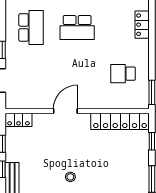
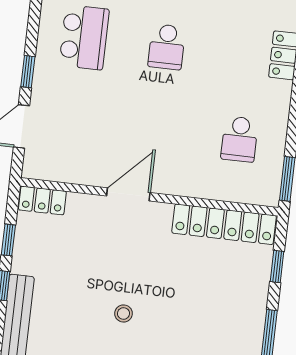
school desk: (77, 27) -> (167, 47), width x0.54
school desk: (123, 74) -> (240, 139), turned -90

